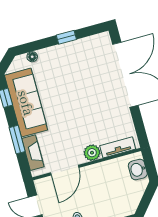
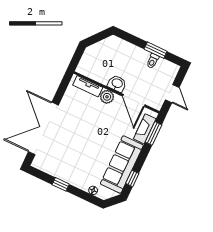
window: (17, 140) -> (153, 133), moved
door: (65, 170) -> (134, 101), swing flipped
washbasin: (138, 170) -> (117, 84), moved, turned -90

